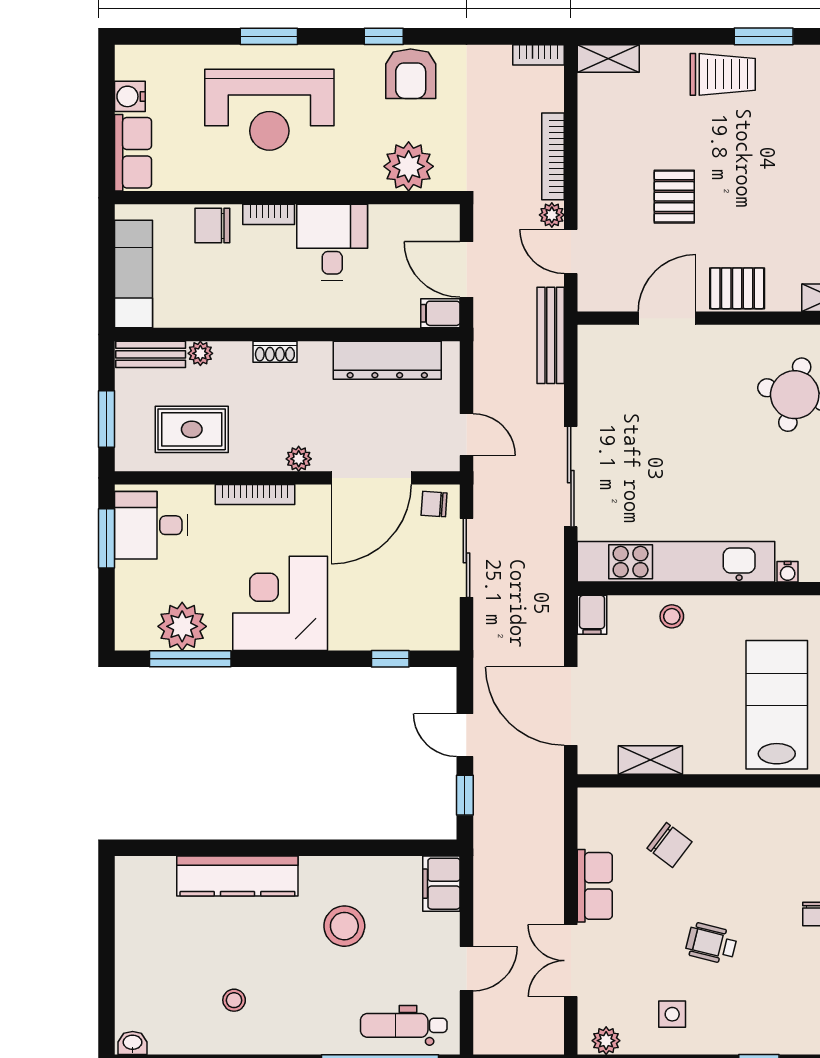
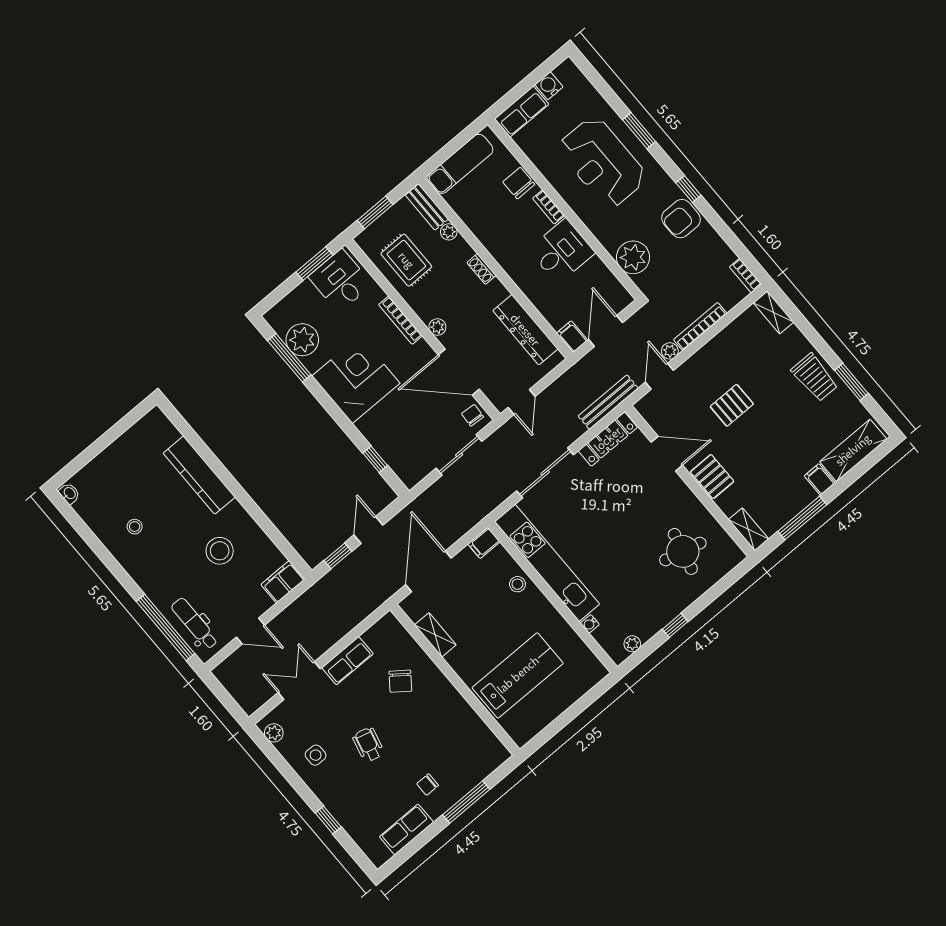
locker: (593, 372) -> (608, 439), added

